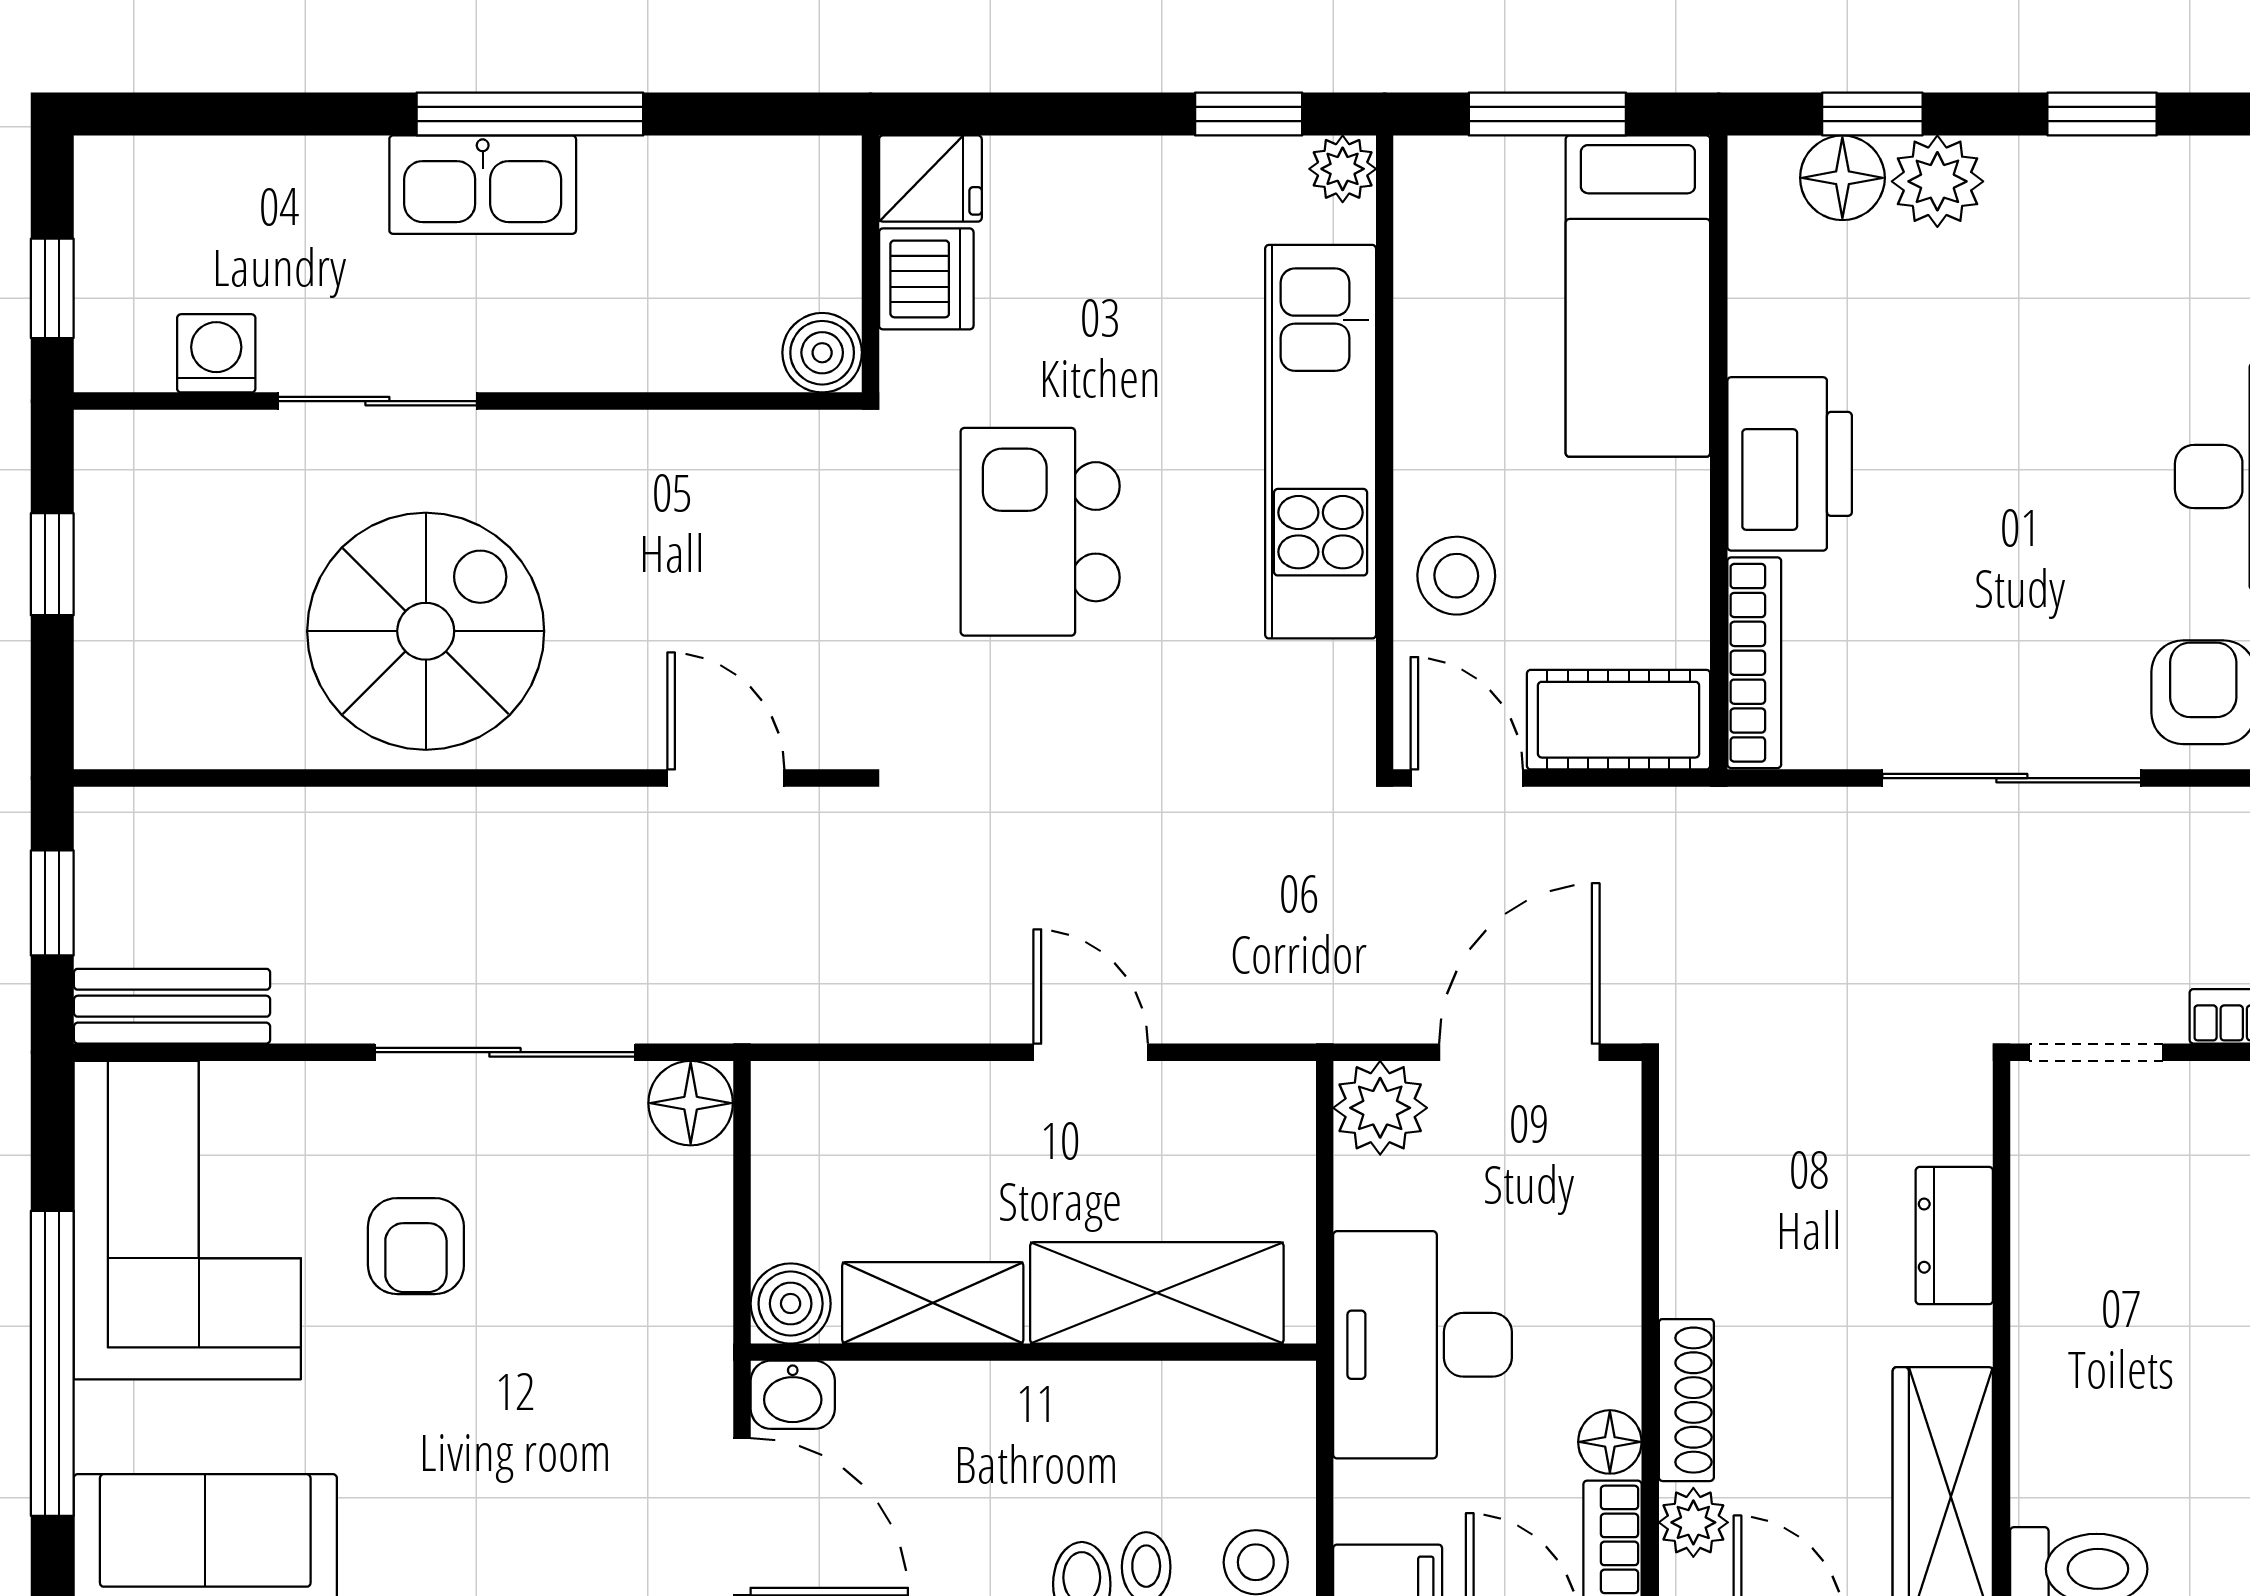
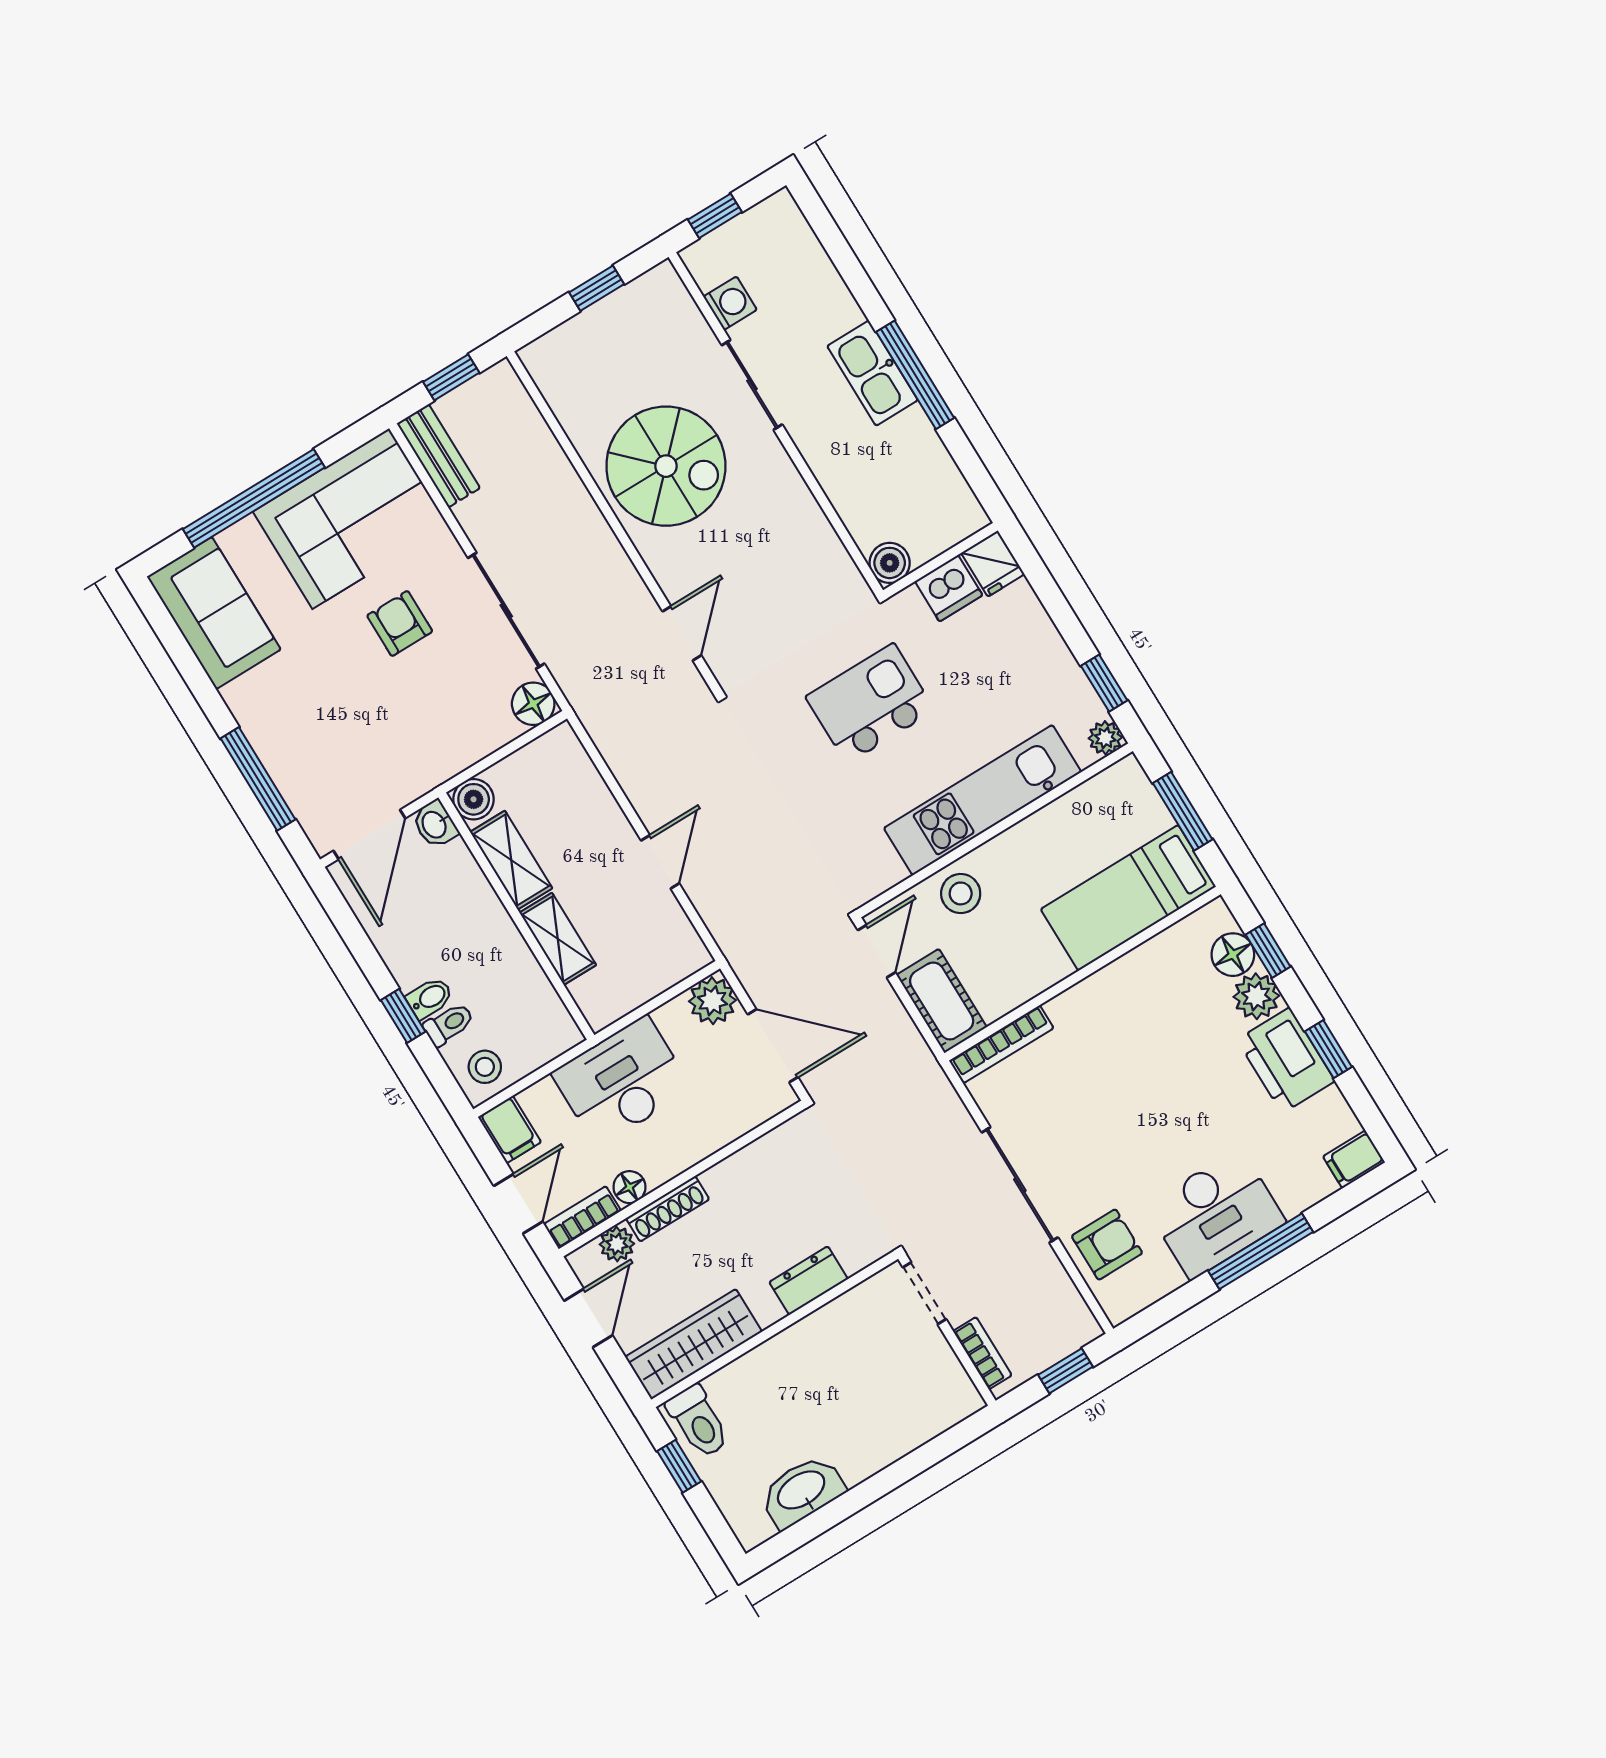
printer: (1790, 464) -> (1286, 1060), moved, turned 90
armchair: (416, 1246) -> (400, 623), turned 90
shelving: (1157, 1293) -> (558, 939), width x0.67, depth x0.75

